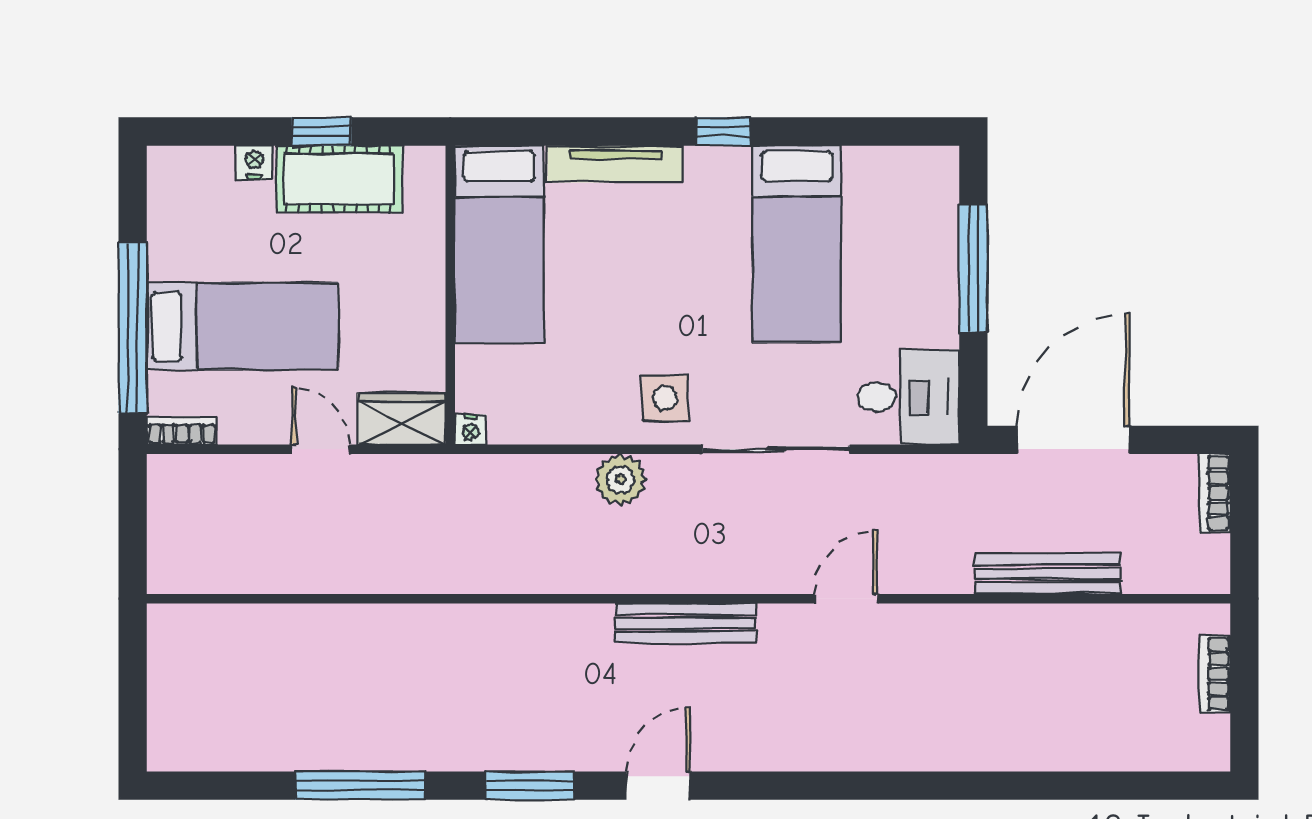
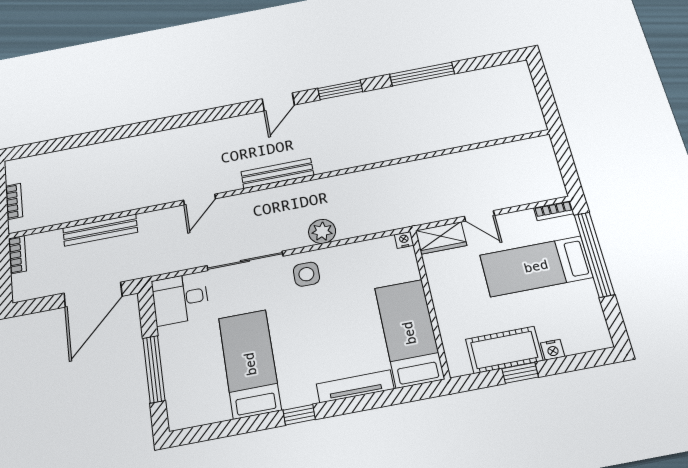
bookcase: (1215, 493) -> (17, 255), moved

